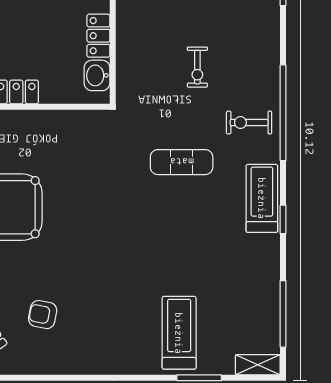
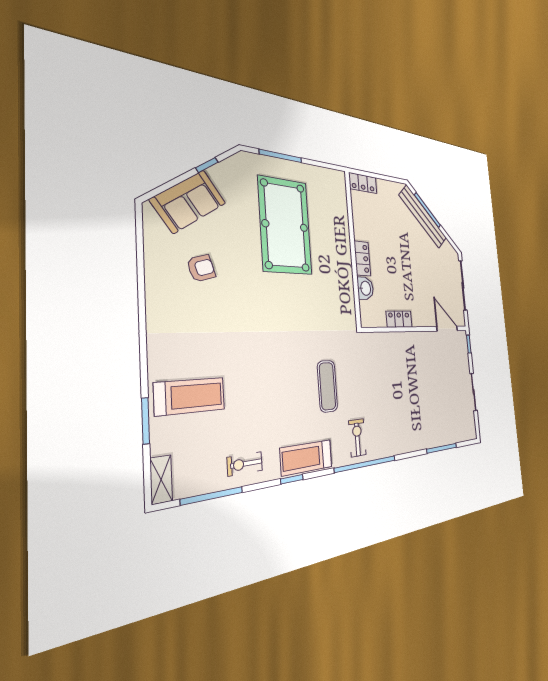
exercise bike: (197, 67) -> (245, 464), moved
washbasin: (97, 75) -> (365, 288), moved, turned 90
treadmill: (262, 198) -> (306, 458), turned 180
armchair: (43, 315) -> (201, 268), turned 62

